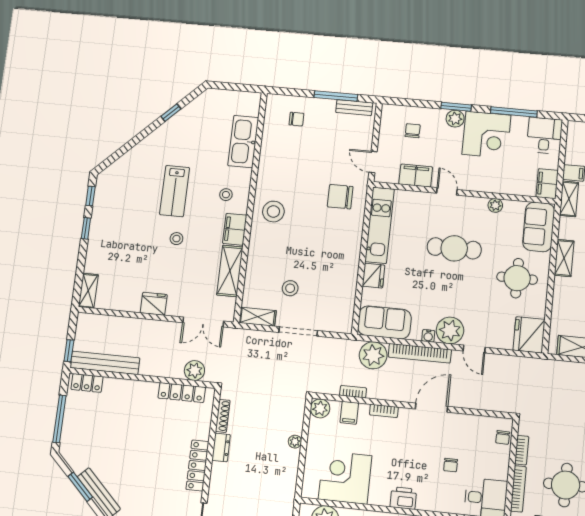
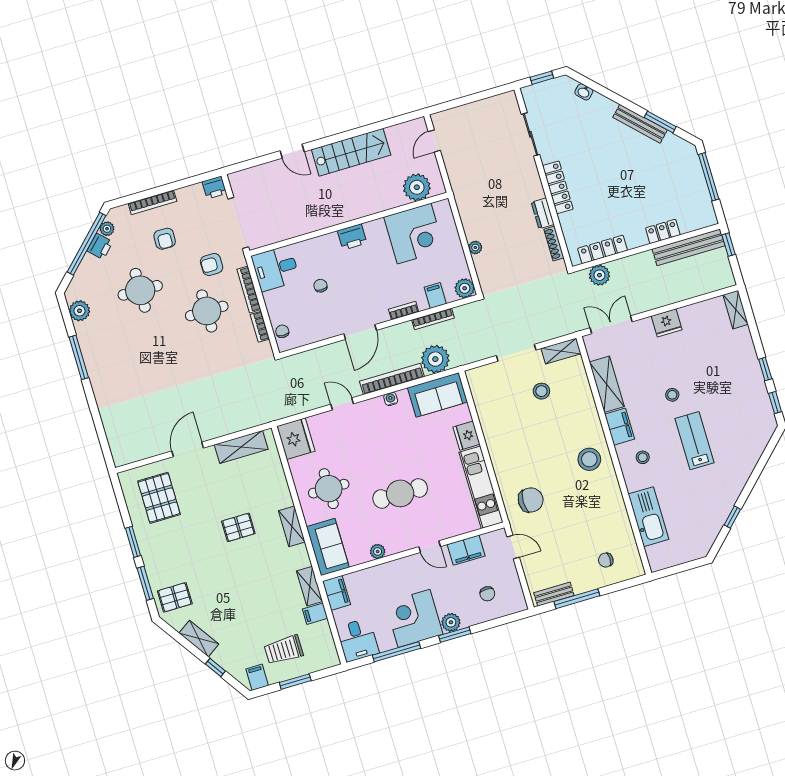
plant: (450, 330) -> (372, 412), removed
locker: (87, 383) -> (663, 231), moved
bookcase: (353, 392) -> (433, 319), width x1.56

